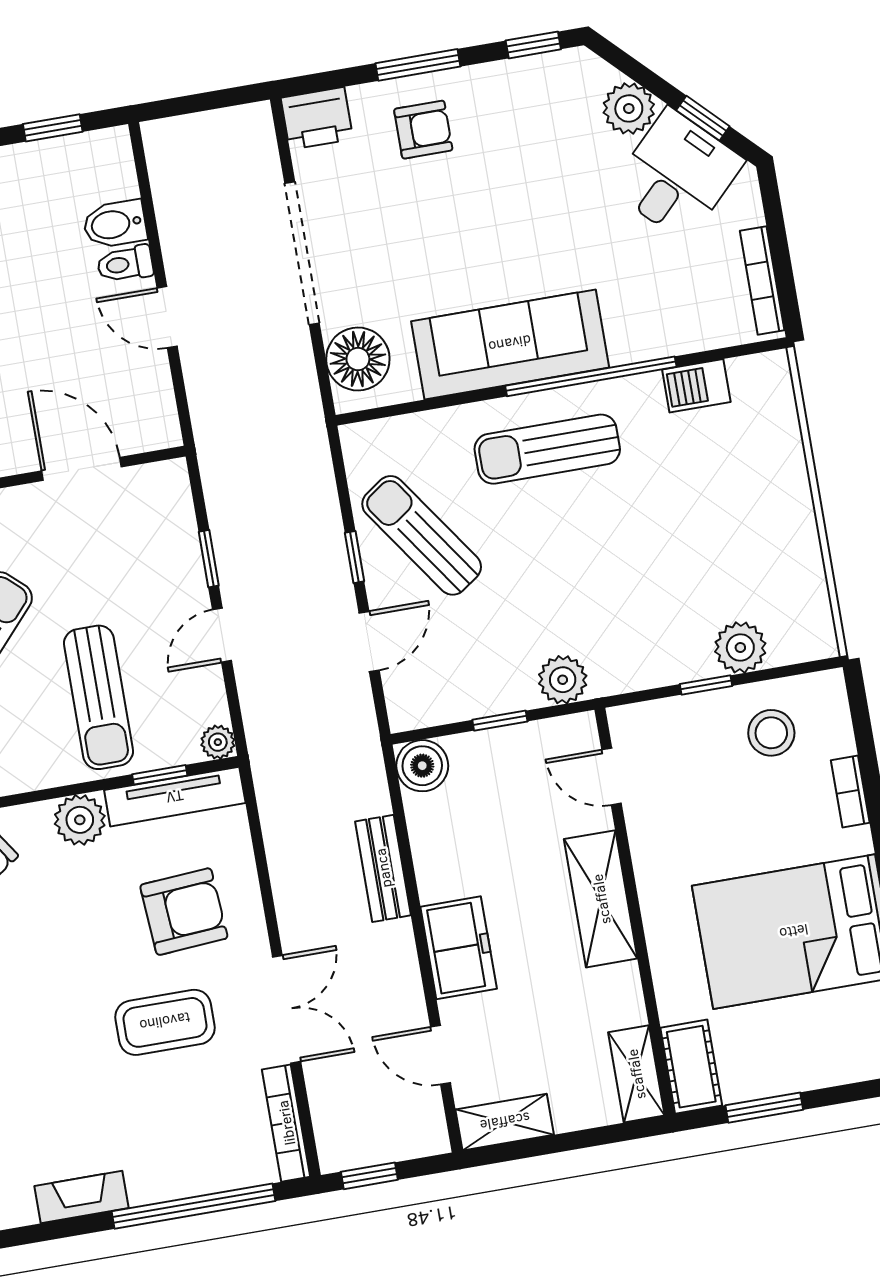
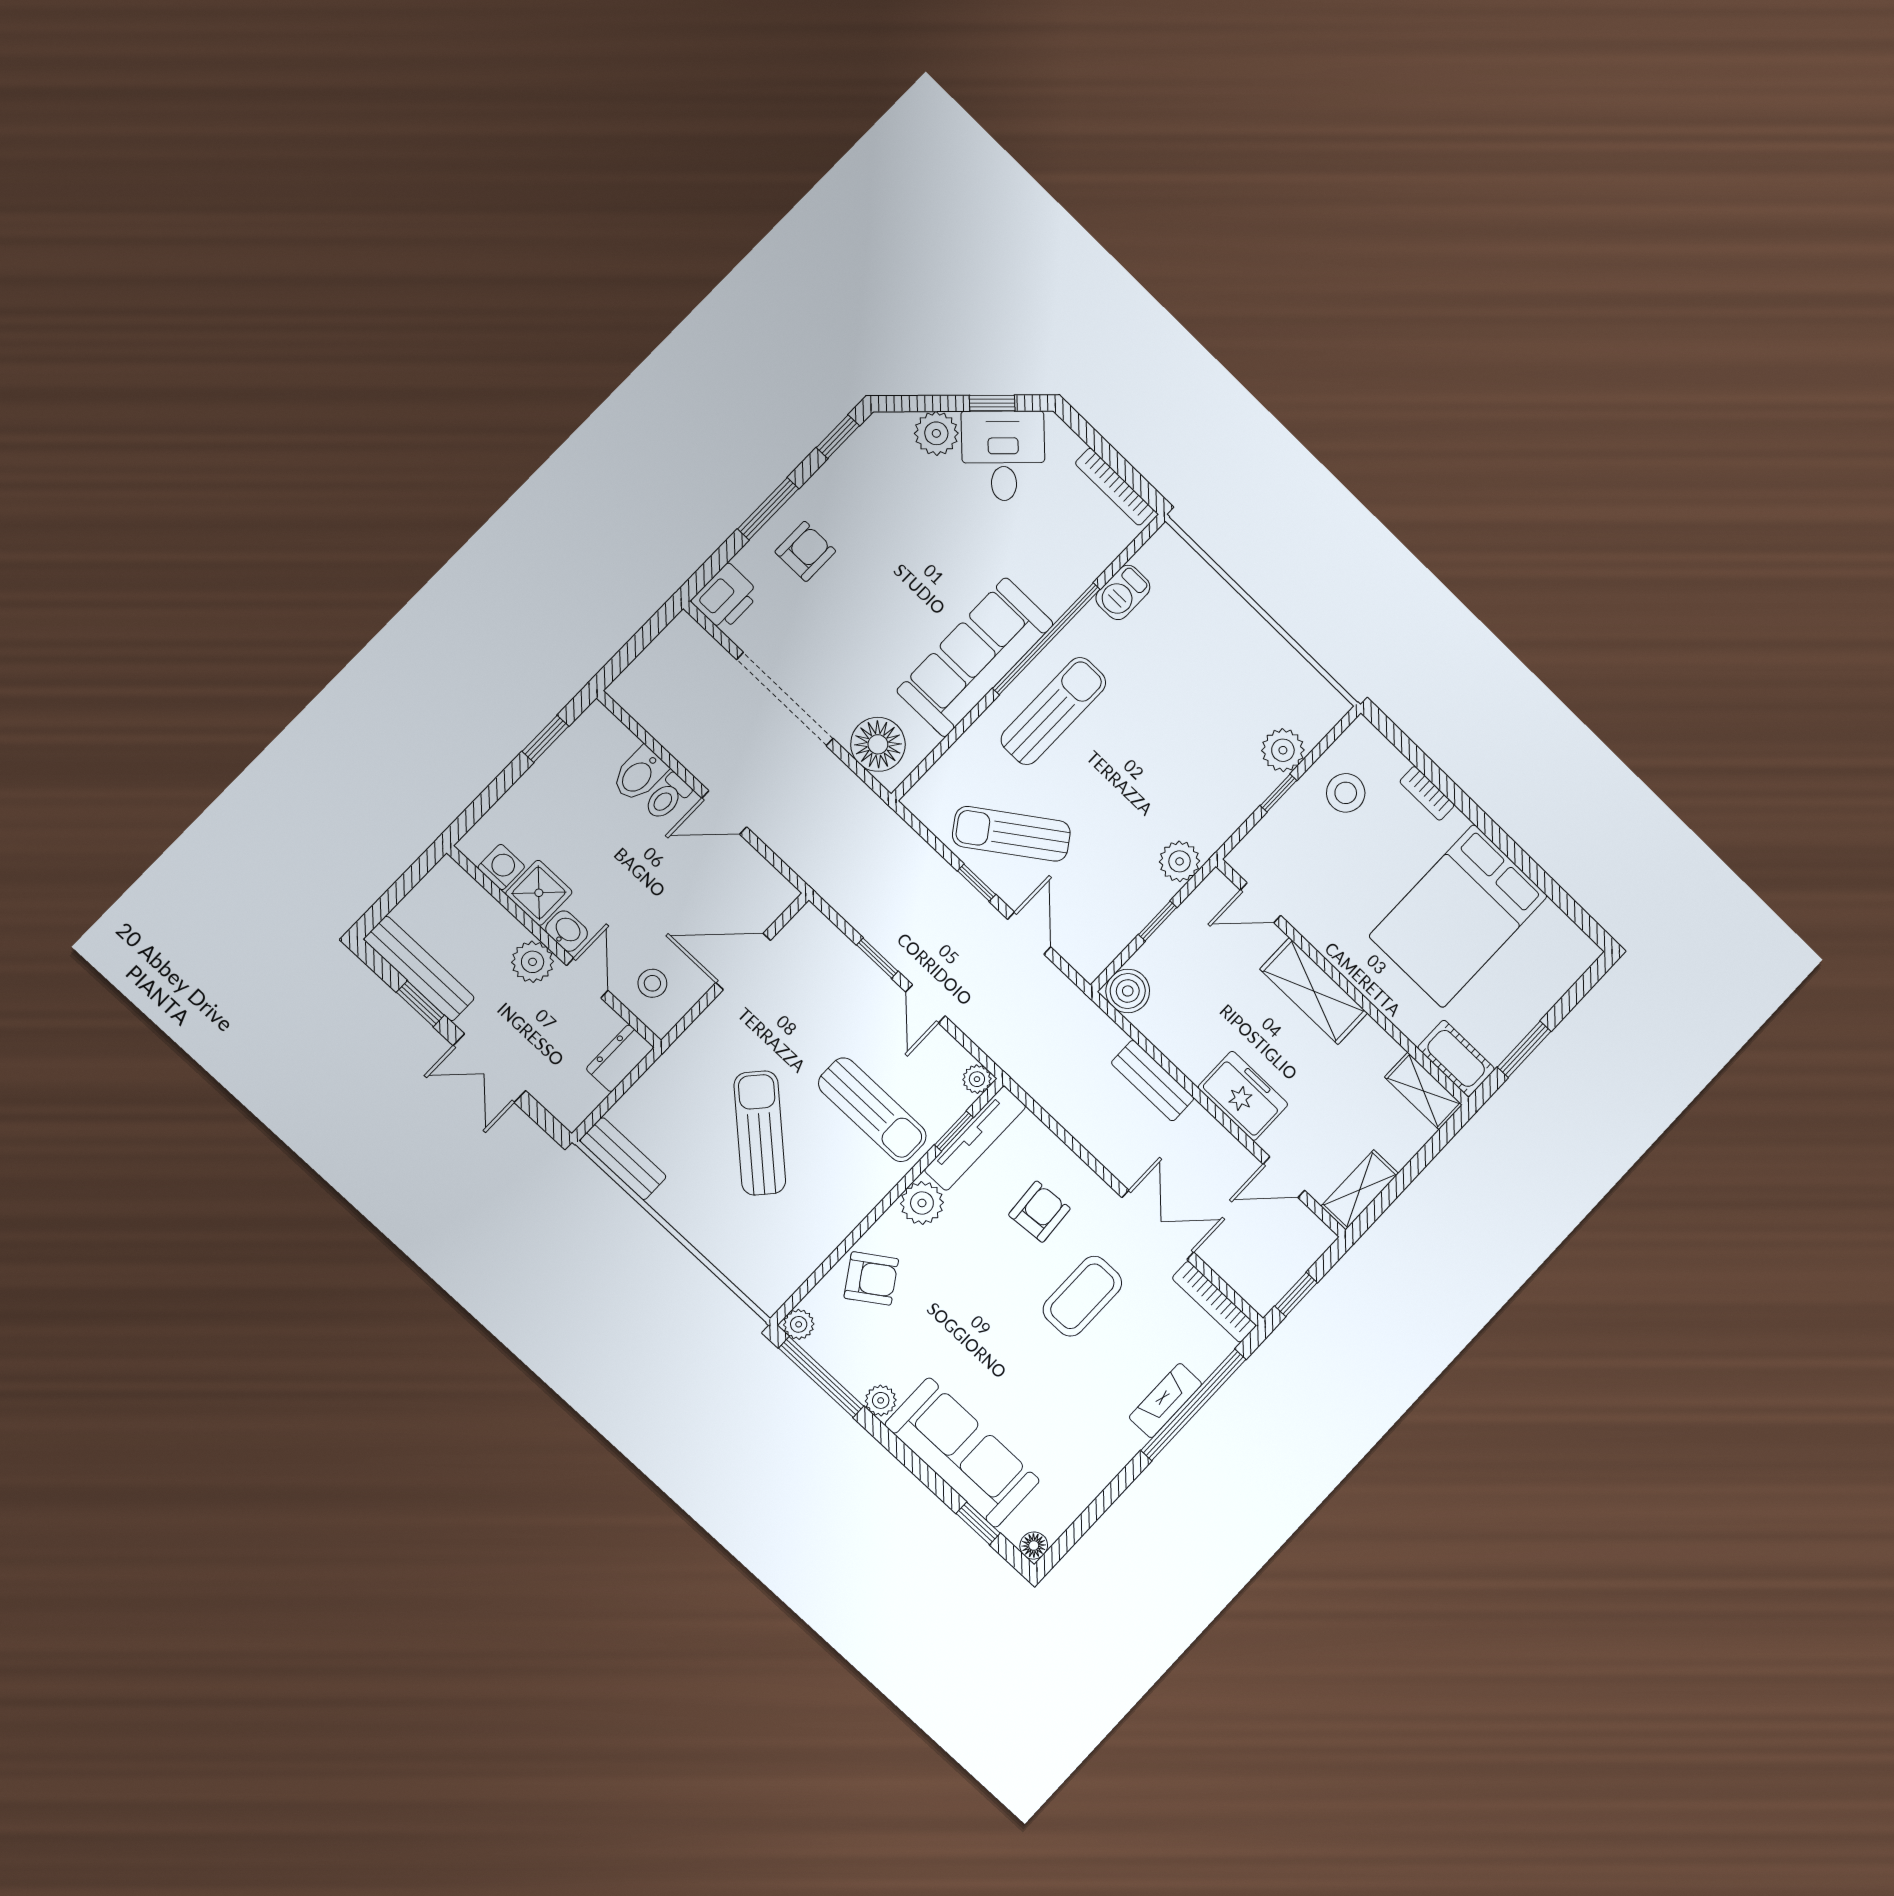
sun lounger: (547, 449) -> (1053, 711), turned 180
armchair: (184, 912) -> (1039, 1212), width x0.72, depth x0.72
fireplace: (82, 1197) -> (1165, 1401), moved

